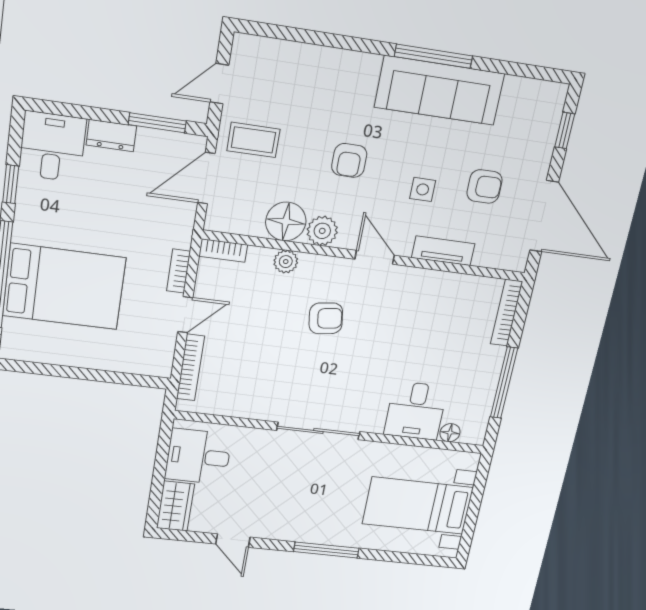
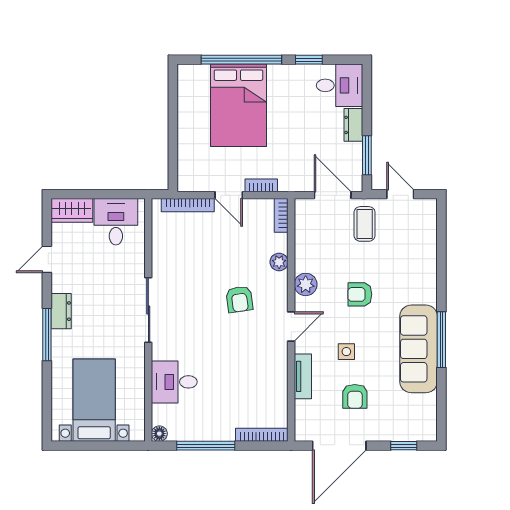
floor lamp: (286, 221) -> (309, 257), removed
floor lamp: (450, 433) -> (159, 434), moved
dresser: (300, 531) -> (61, 311), added

